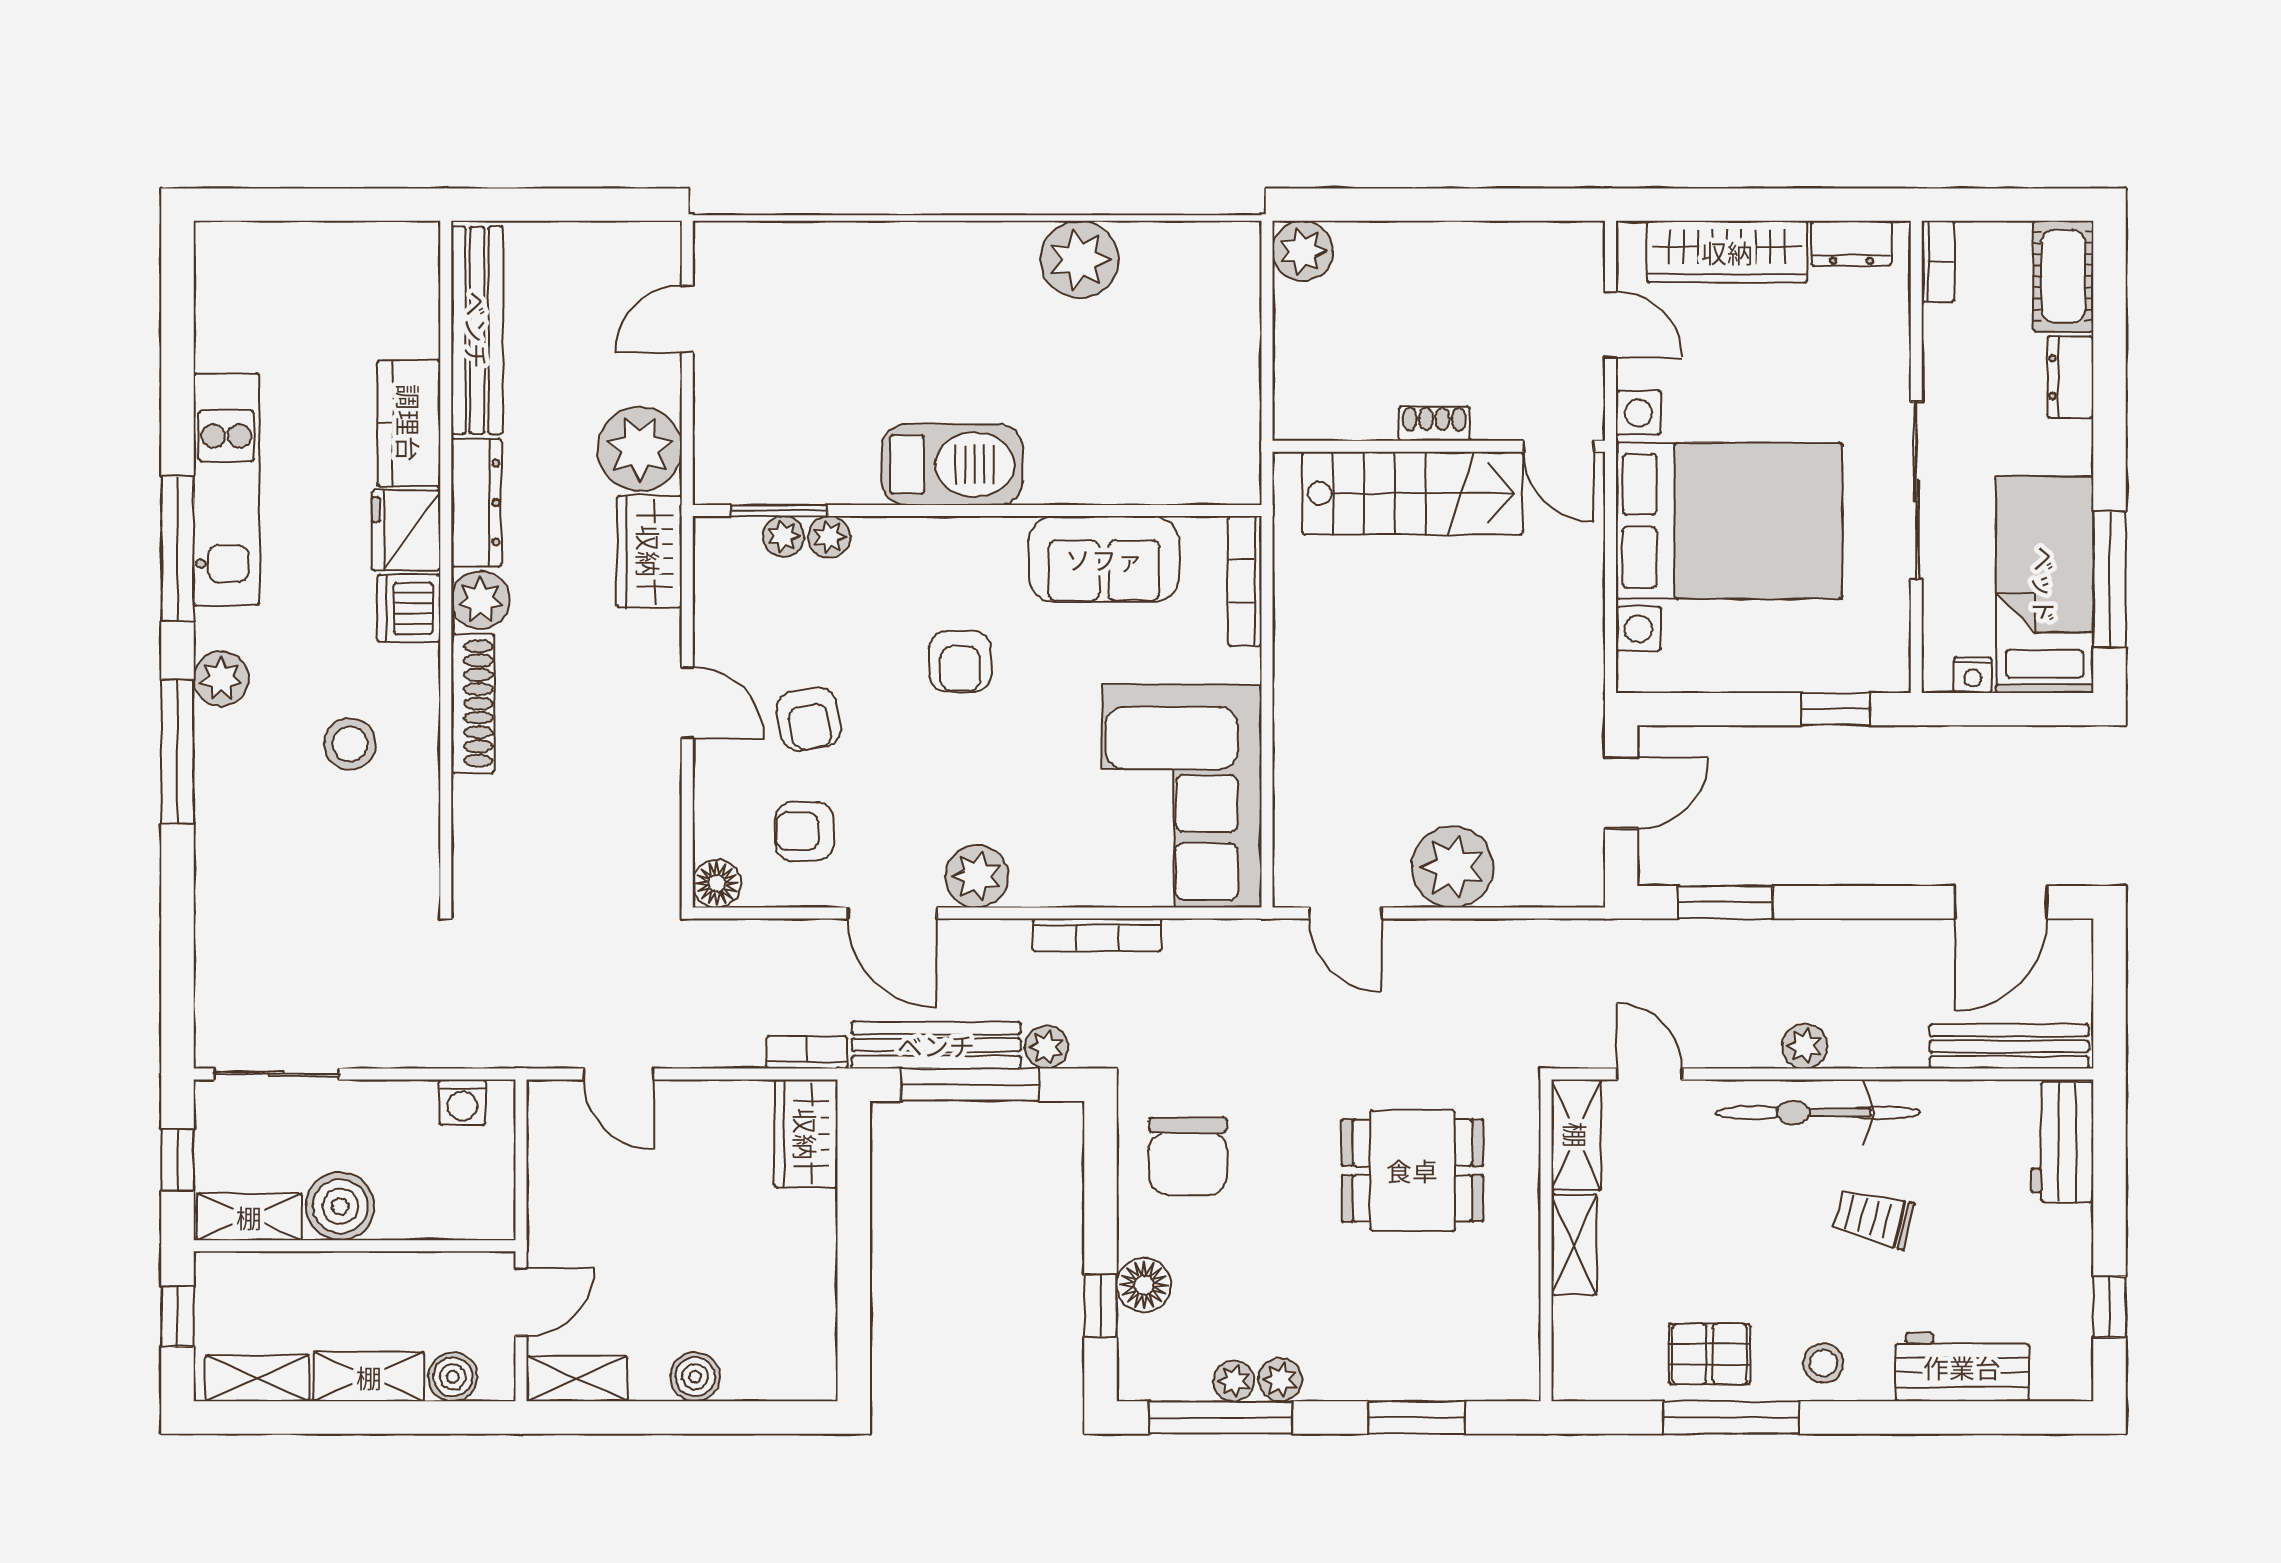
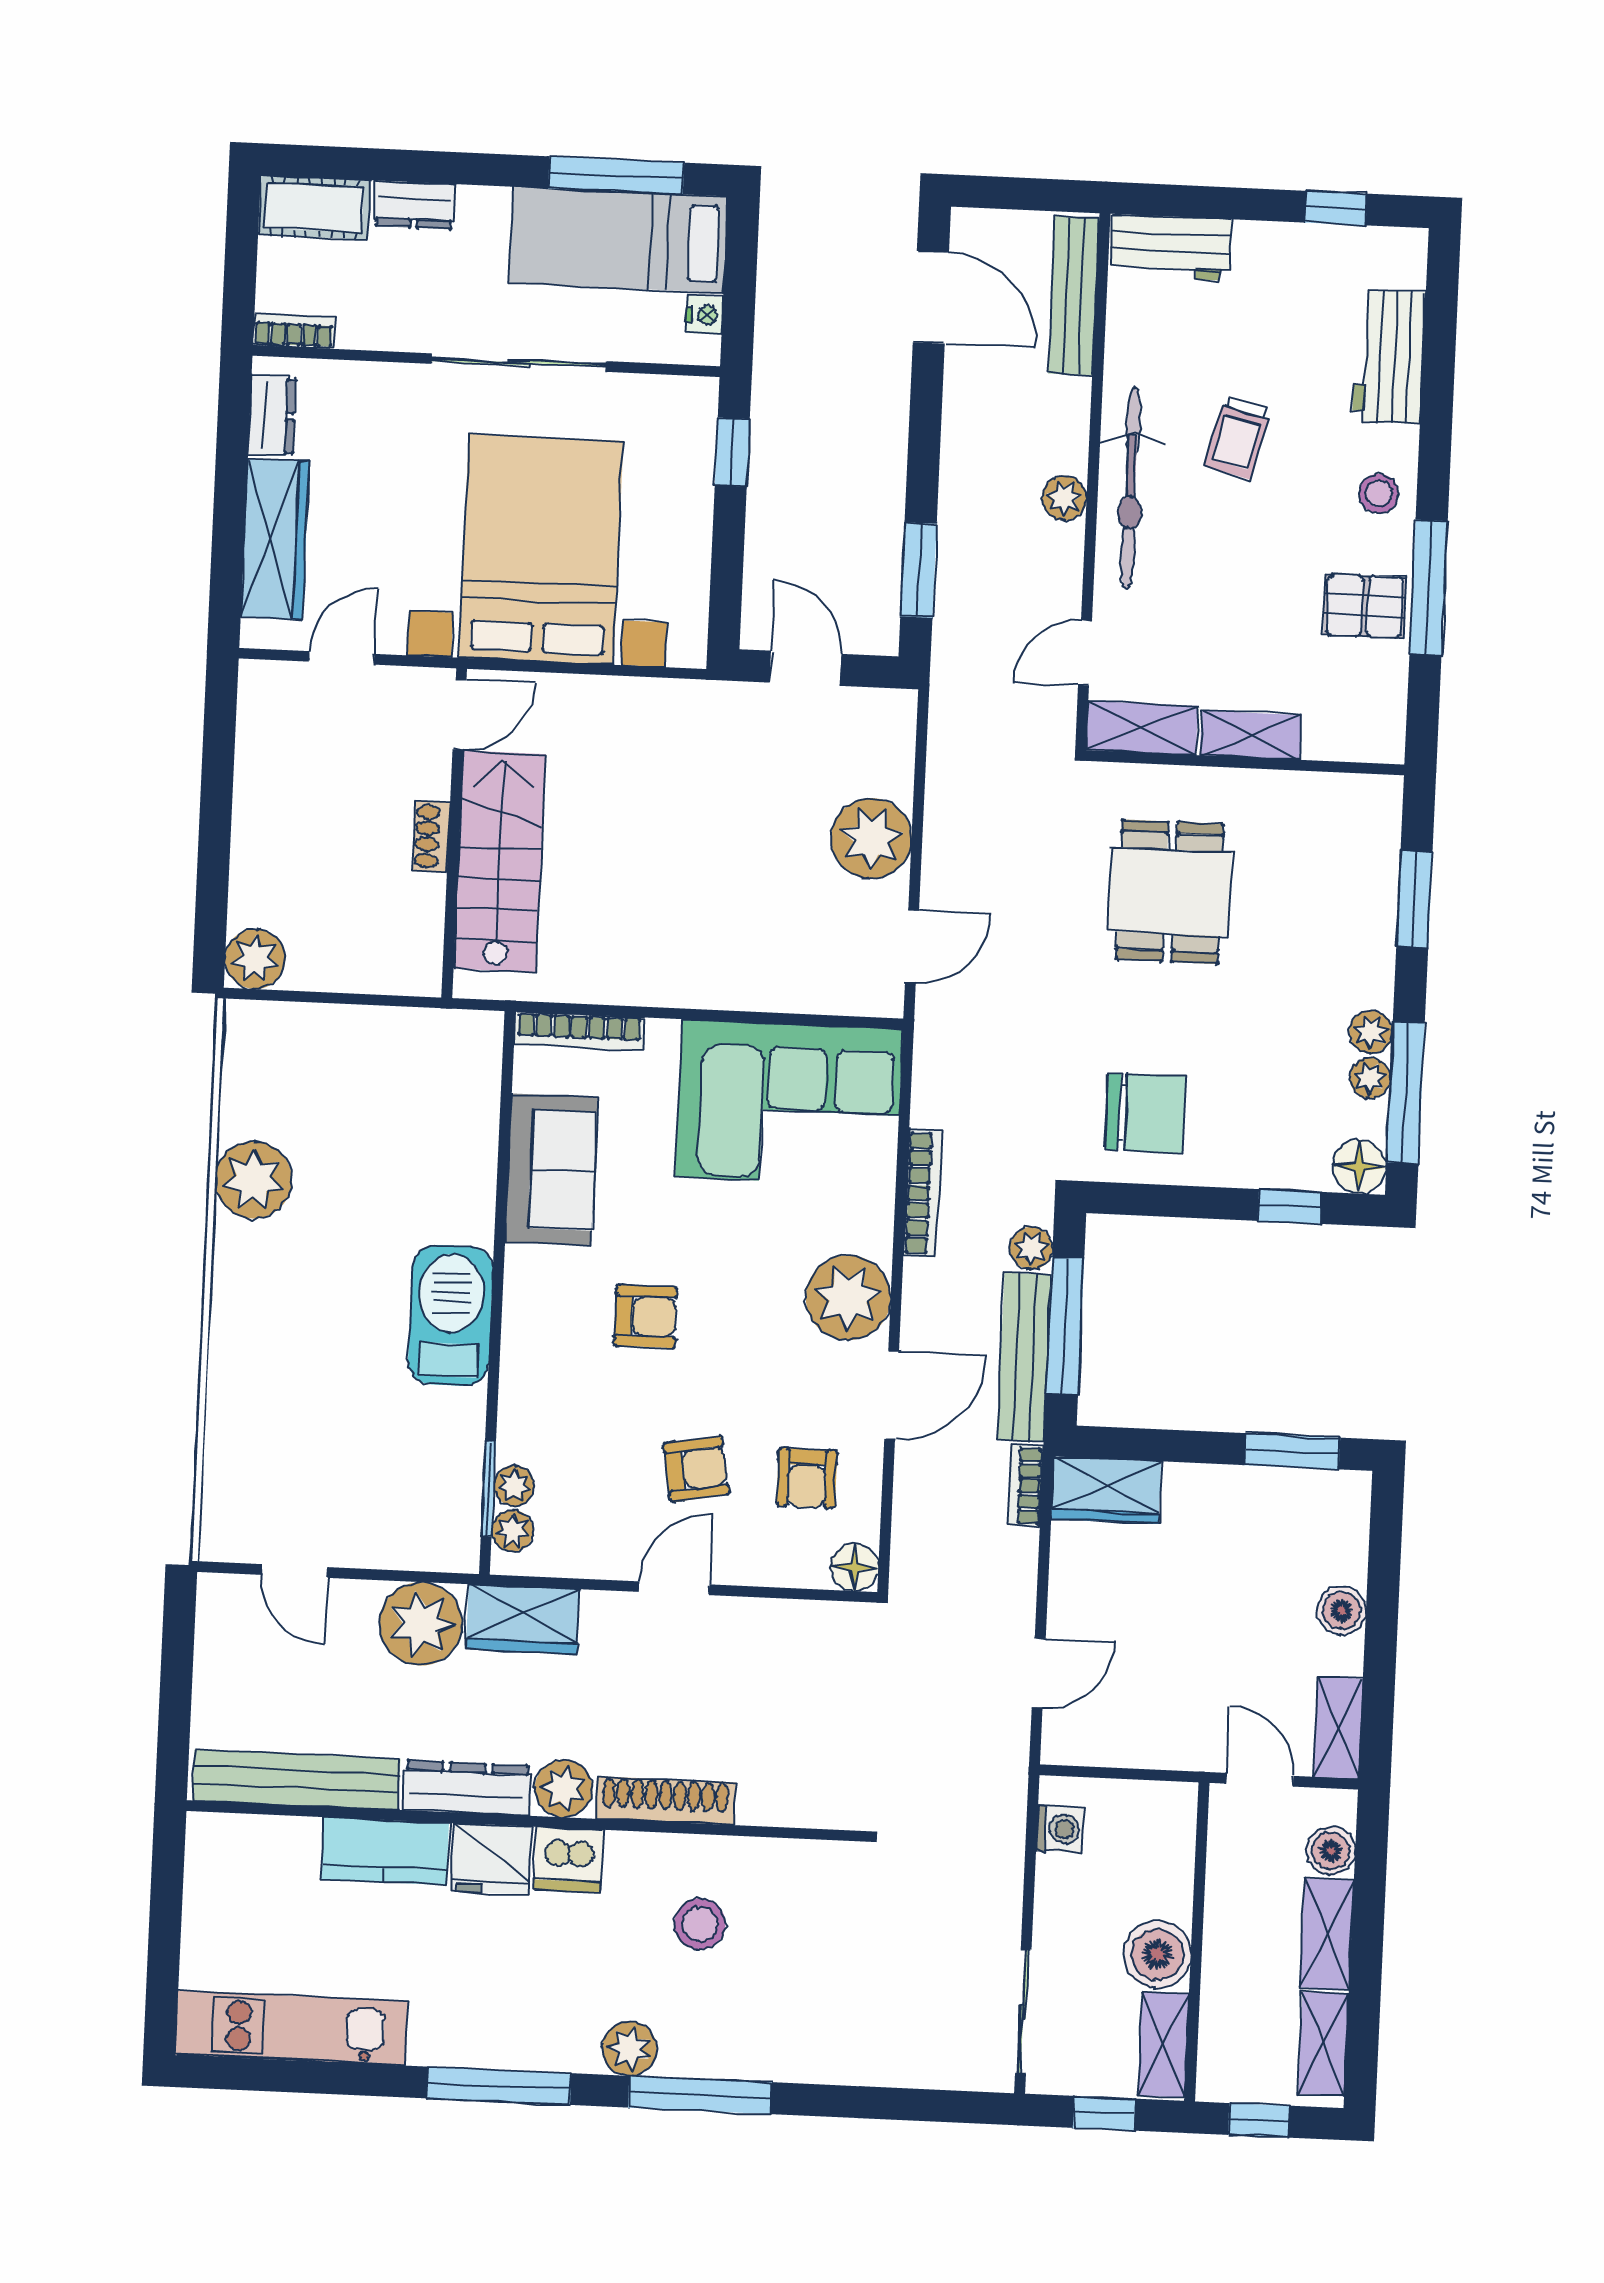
kitchen unit: (226, 489) -> (292, 2028), moved
plant: (829, 537) -> (512, 1531), moved
plant: (977, 876) -> (848, 1298), width x1.36, depth x1.36
floor lamp: (1144, 1285) -> (1359, 1167), moved
window: (854, 1319) -> (1292, 1451), added
pallet: (1710, 1354) -> (1365, 606), turned 90

